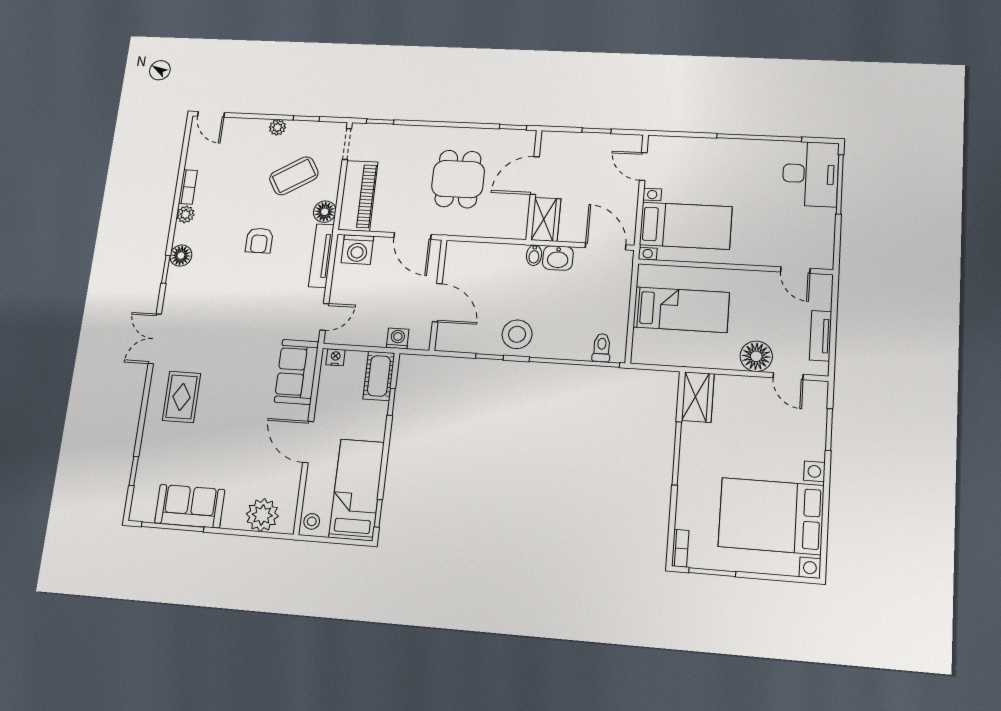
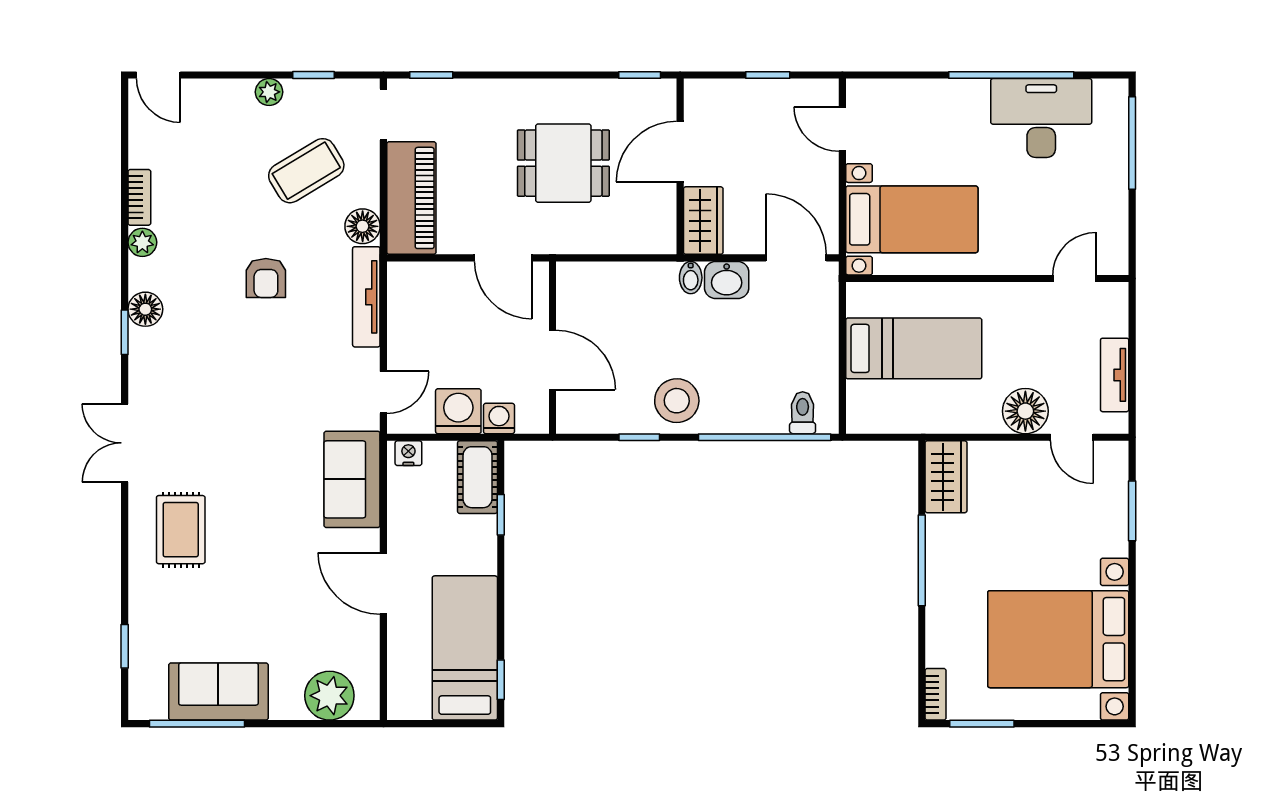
desk: (810, 174) -> (1041, 118), moved, turned -90
dining table: (458, 179) -> (563, 163), turned 90
washing machine: (357, 250) -> (458, 411), moved, turned 180
door: (795, 270) -> (1074, 279), swing flipped
stool: (312, 521) -> (404, 699), removed

